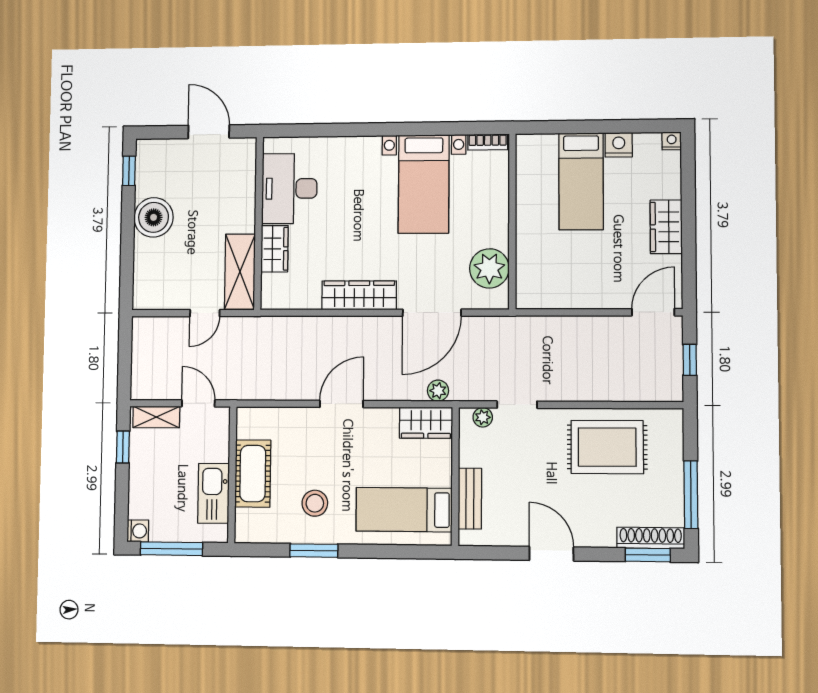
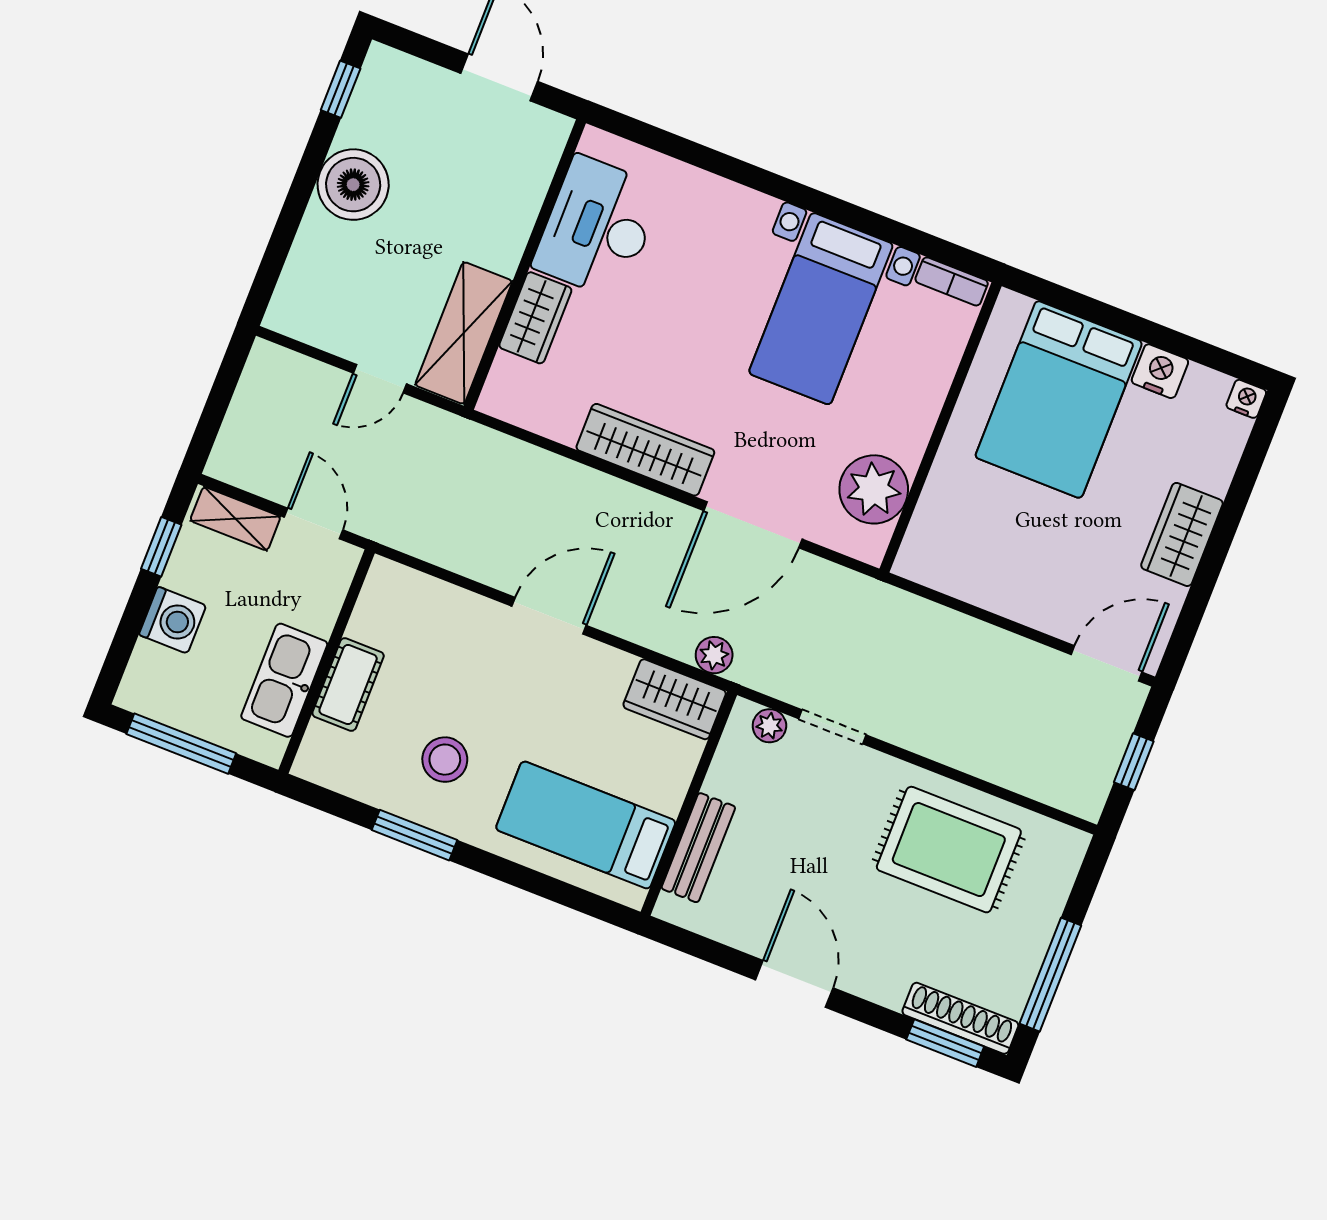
bed: (581, 181) -> (1059, 399), width x1.50
cot: (253, 474) -> (348, 684), width x0.73, depth x0.75
washing machine: (138, 531) -> (173, 620), moved, width x1.38, depth x1.38

